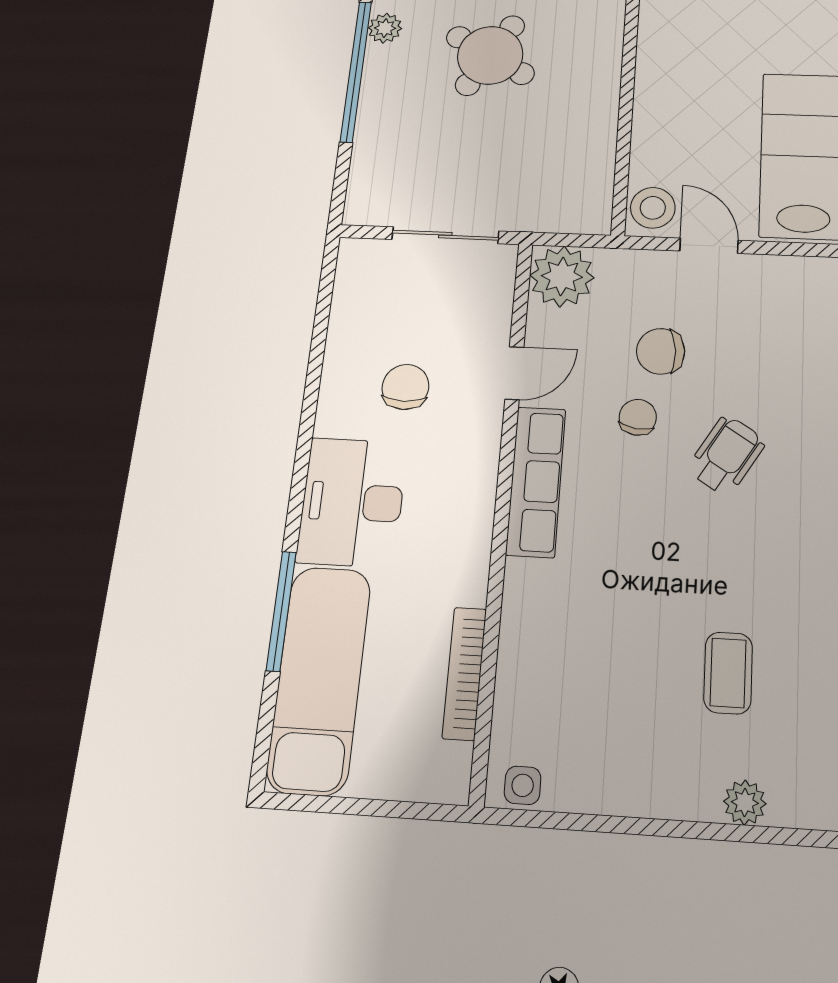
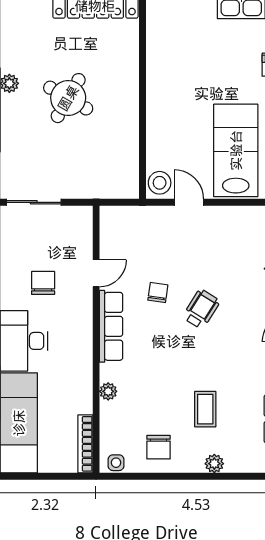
sliding door: (445, 235) -> (34, 202), moved
plant: (562, 276) -> (108, 391), moved, width x0.53, depth x0.53
chair: (661, 351) -> (159, 447), moved, turned -86
bookcase: (464, 673) -> (85, 444), moved

